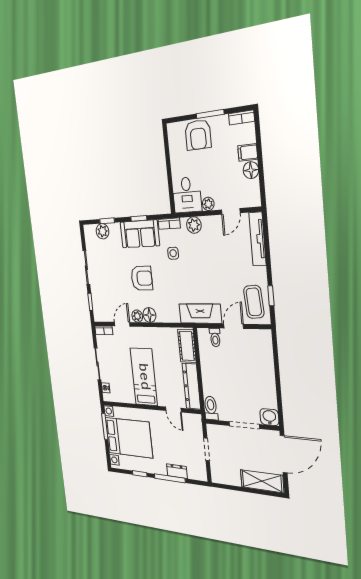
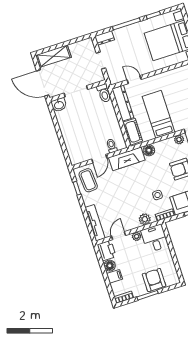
printer: (250, 194) -> (107, 251), added
floor lamp: (149, 315) -> (149, 150), moved
bed: (144, 377) -> (159, 114), moved, turned 180
door: (284, 454) -> (43, 83), hinge flipped
dresser: (177, 471) -> (105, 38), moved

